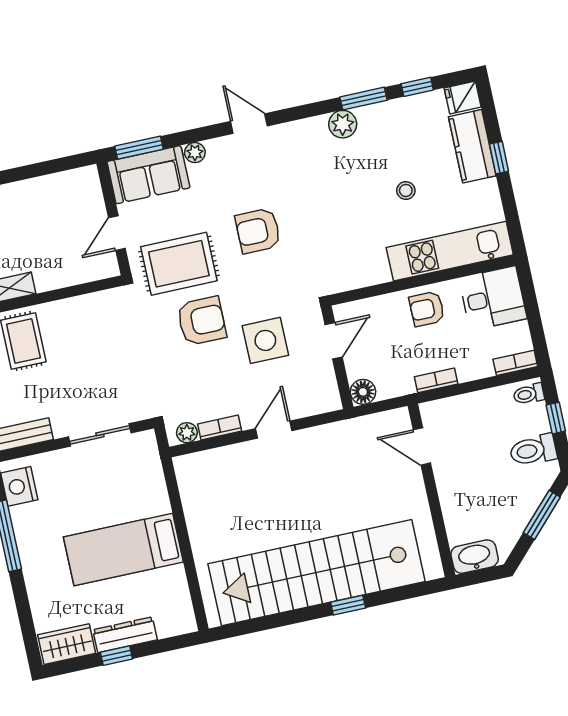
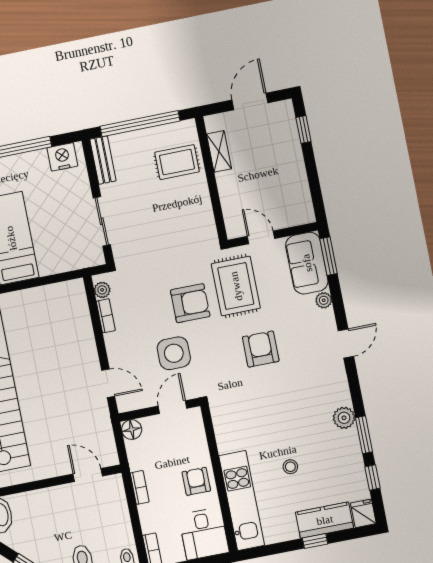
armchair: (202, 321) -> (190, 303), turned -90
door: (334, 341) -> (172, 407), swing flipped
door: (274, 430) -> (108, 383), moved
door: (422, 446) -> (88, 475), hinge flipped

